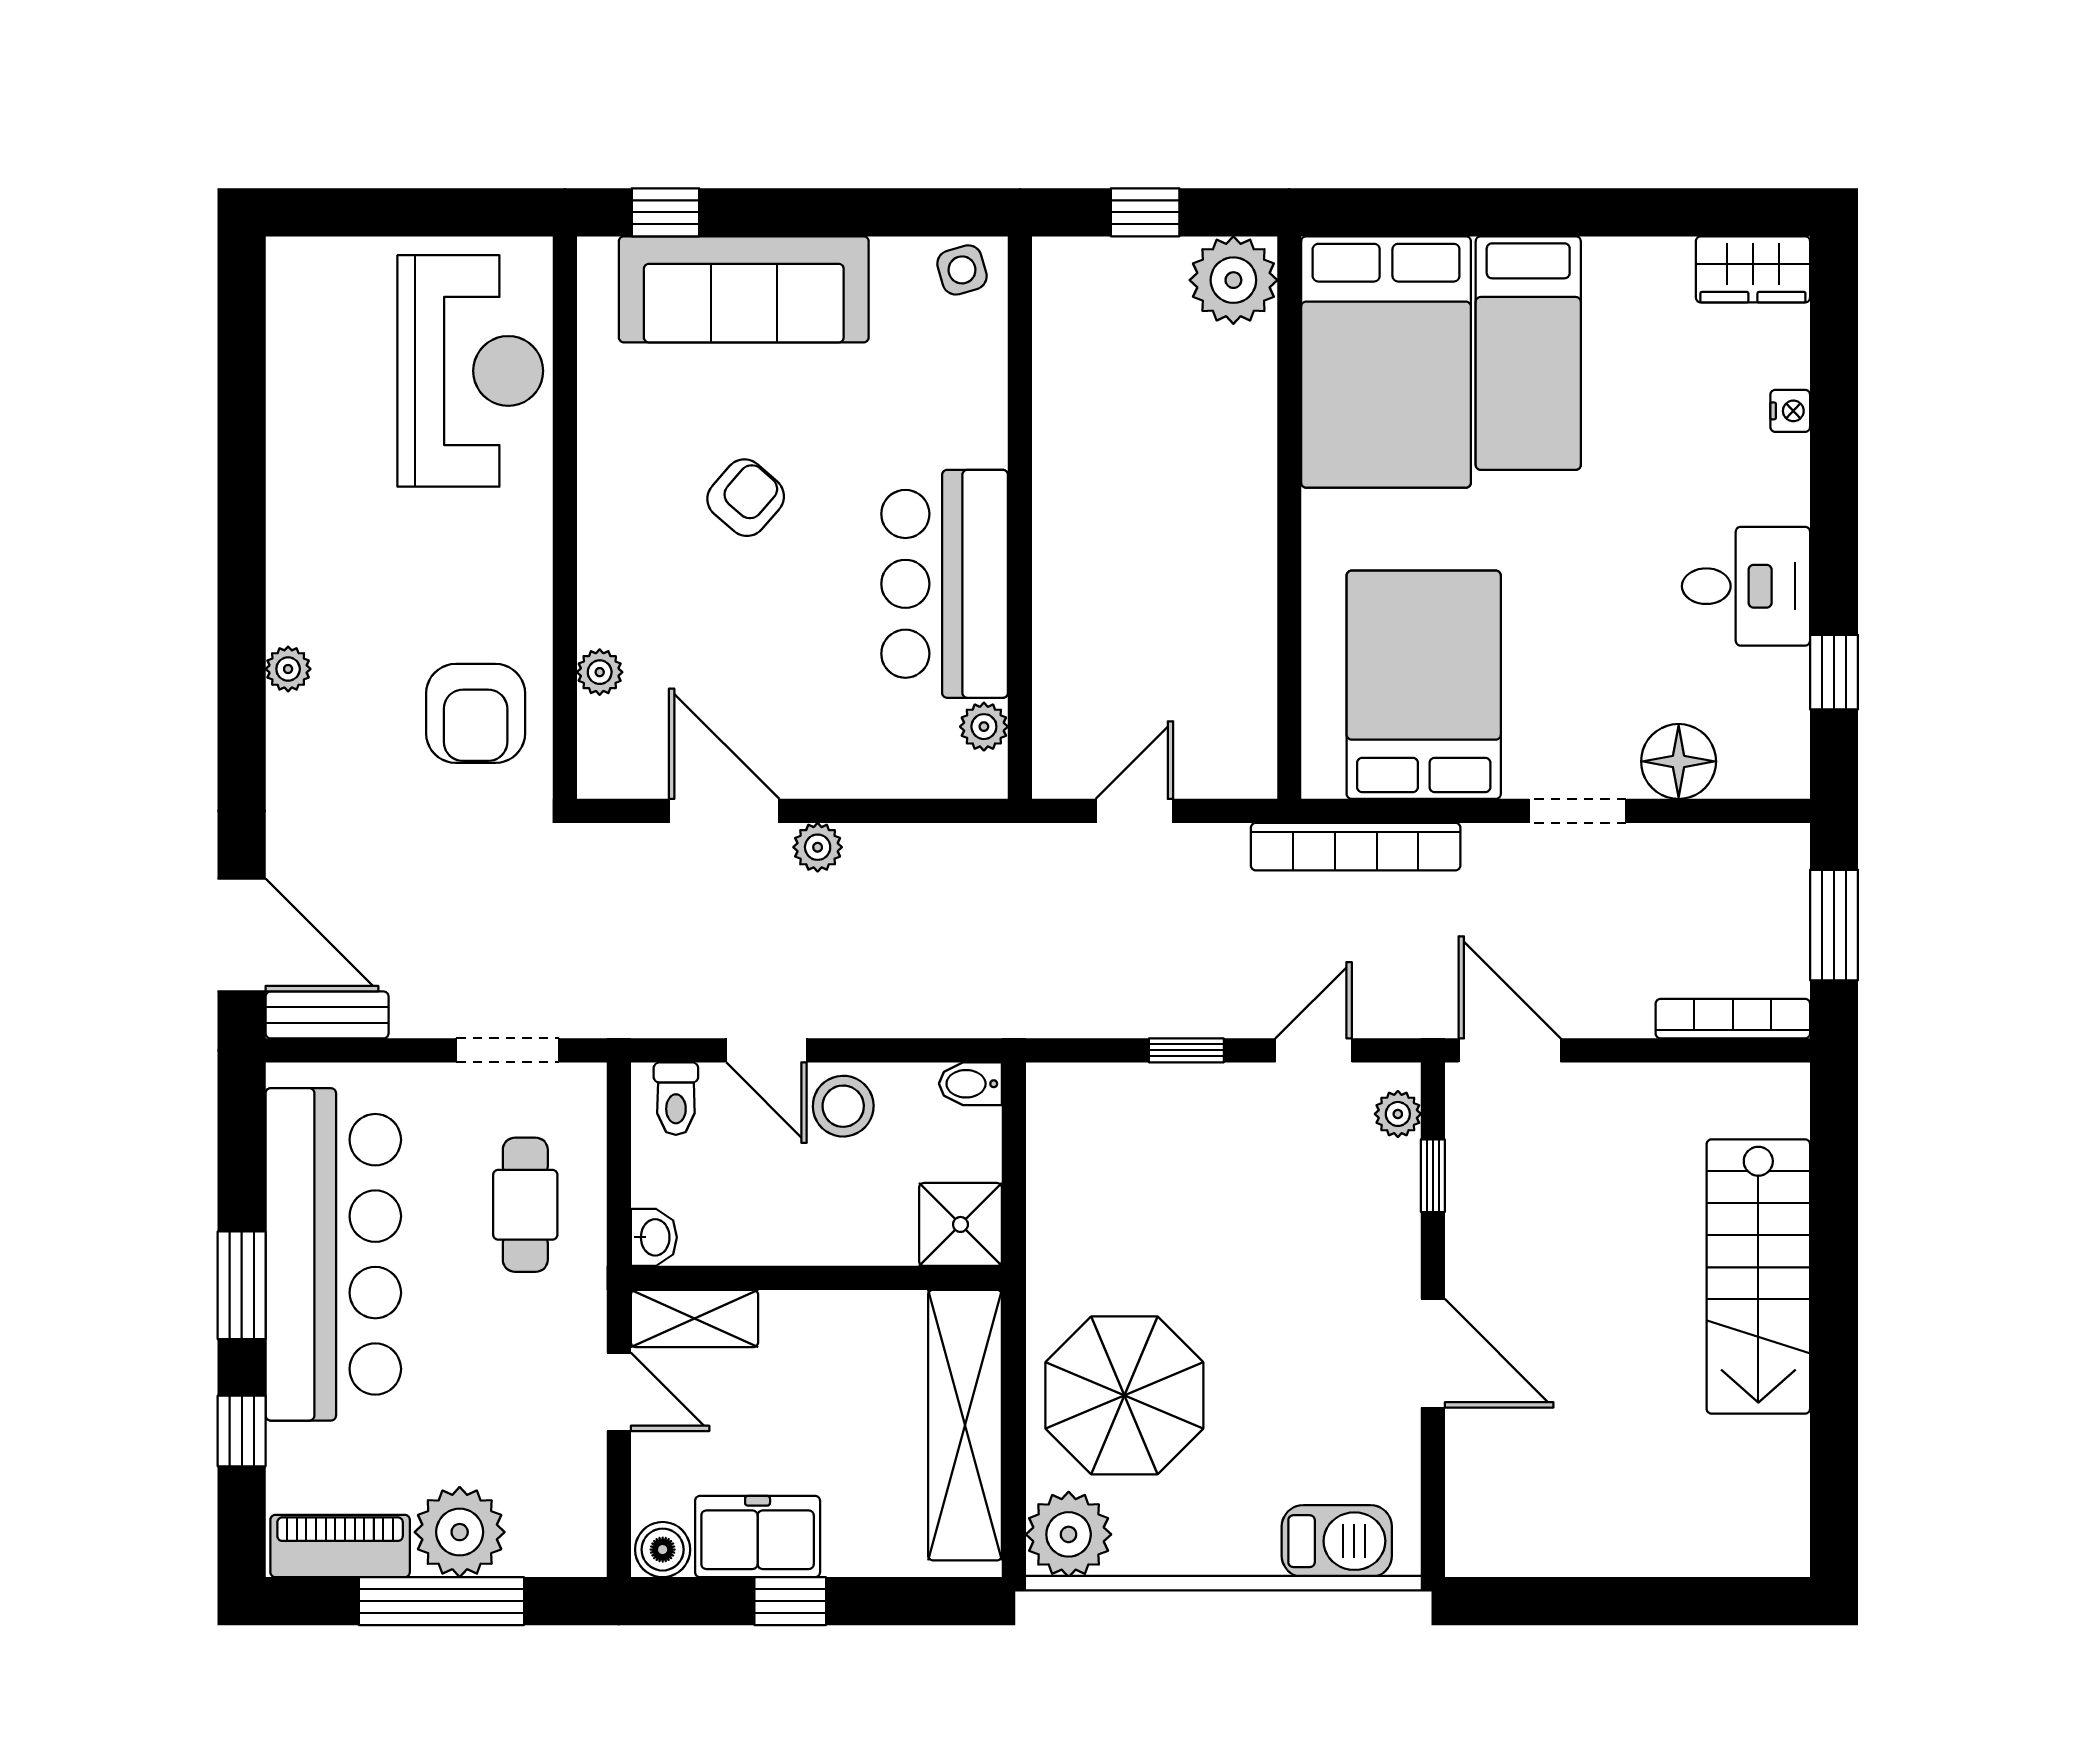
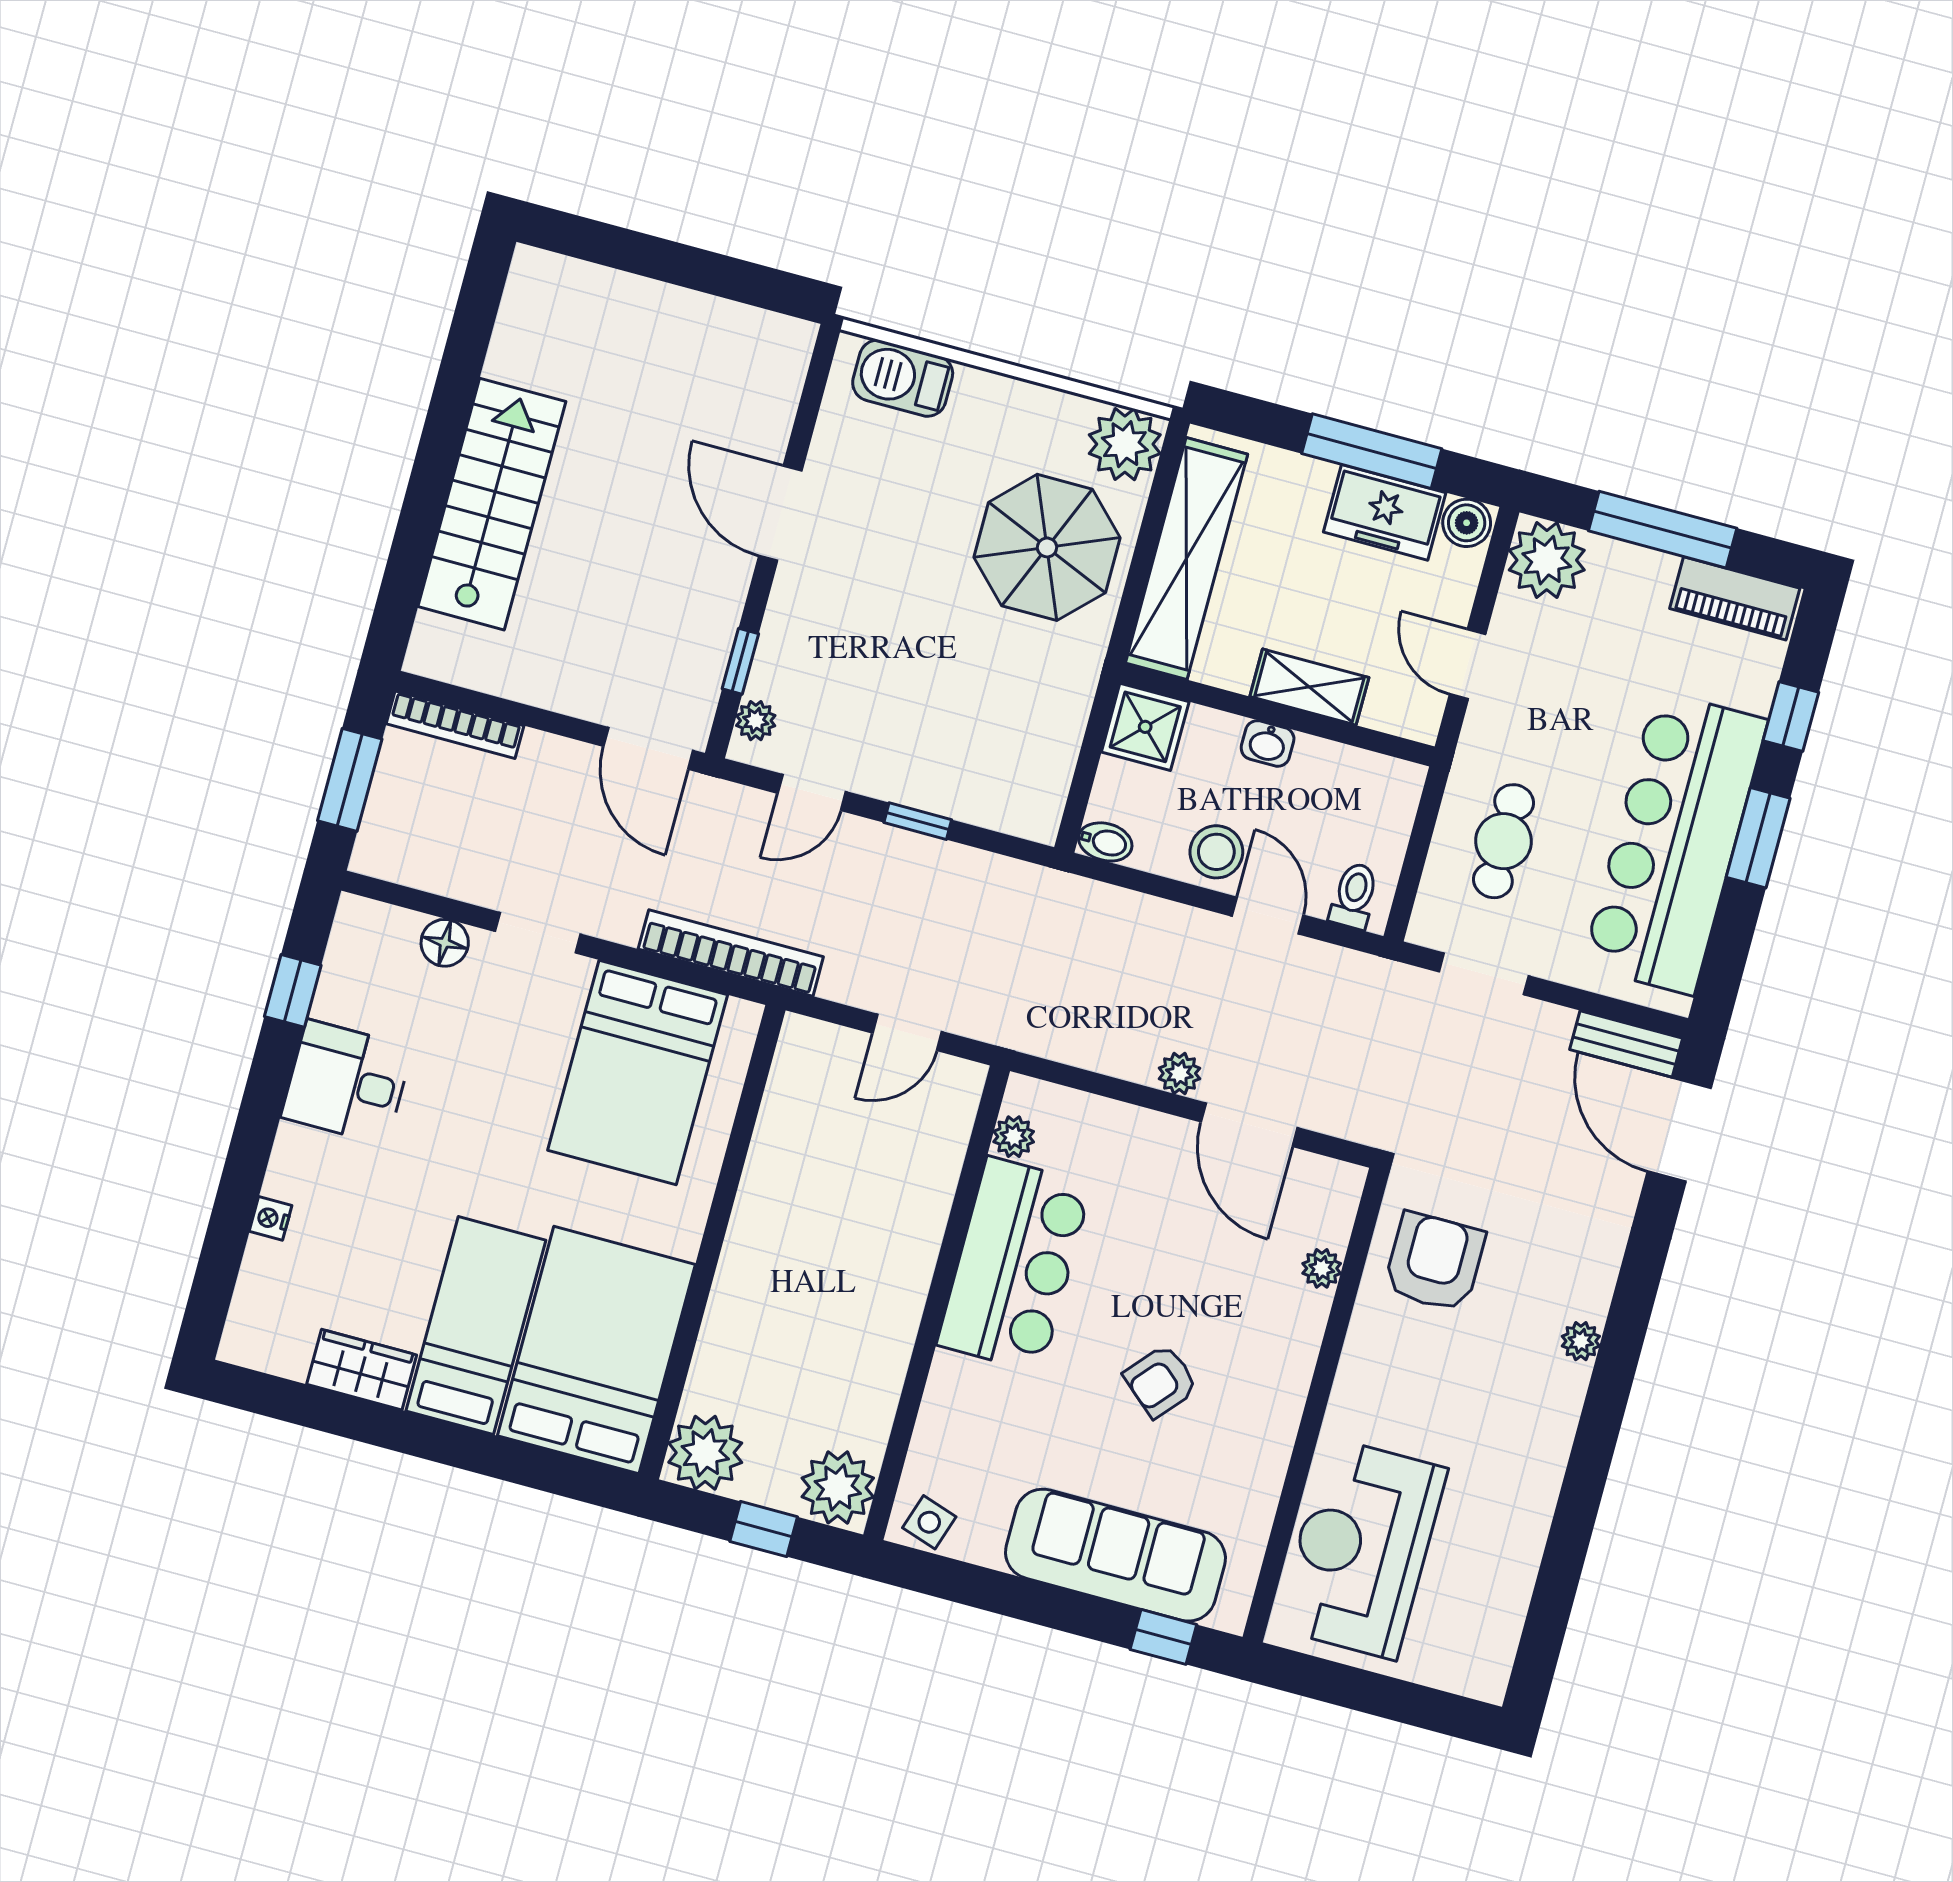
wardrobe: (1753, 269) -> (362, 1370), moved
side table: (962, 270) -> (929, 1522), turned 34
plant: (1075, 281) -> (838, 1487), added
floor lamp: (1679, 761) -> (445, 943), width x0.73, depth x0.73
washbasin: (654, 1237) -> (1268, 743), moved, turned -90
shelving: (694, 1318) -> (1309, 687), moved
plant: (460, 1532) -> (1547, 560), moved
window: (790, 1601) -> (1372, 451), width x2.17

